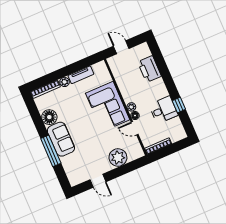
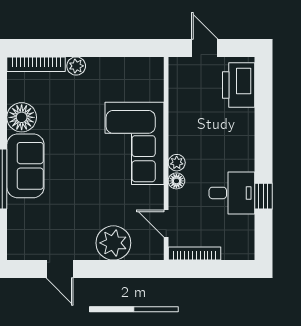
printer: (149, 69) -> (239, 85), moved
tv unit: (81, 75) -> (111, 66), removed
door: (135, 128) -> (166, 223), moved

